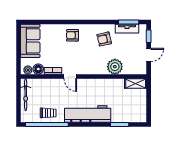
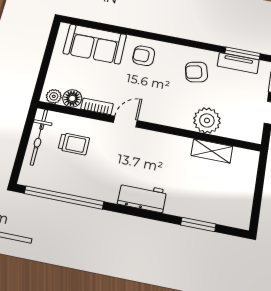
sofa: (30, 41) -> (95, 44), moved, turned 90
door: (70, 76) -> (125, 122), swing flipped
shelving: (136, 83) -> (212, 151), moved
trolley: (48, 113) -> (74, 144), moved
workbench: (88, 114) -> (142, 197), width x0.53, depth x0.76

